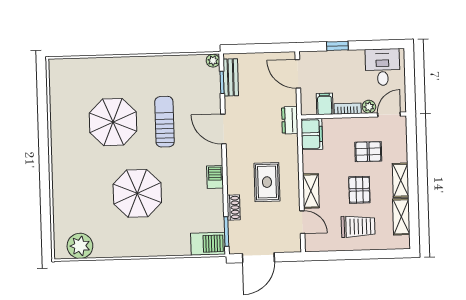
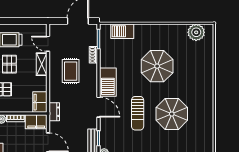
filing cabinet: (325, 104) -> (36, 122), width x2.00
barbecue: (215, 177) -> (108, 82), width x1.88, depth x1.53
barbecue: (208, 244) -> (122, 31), moved

